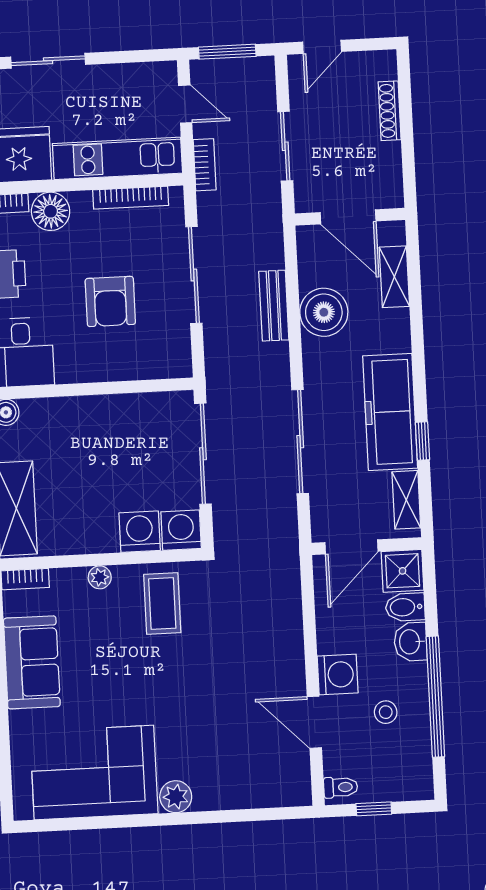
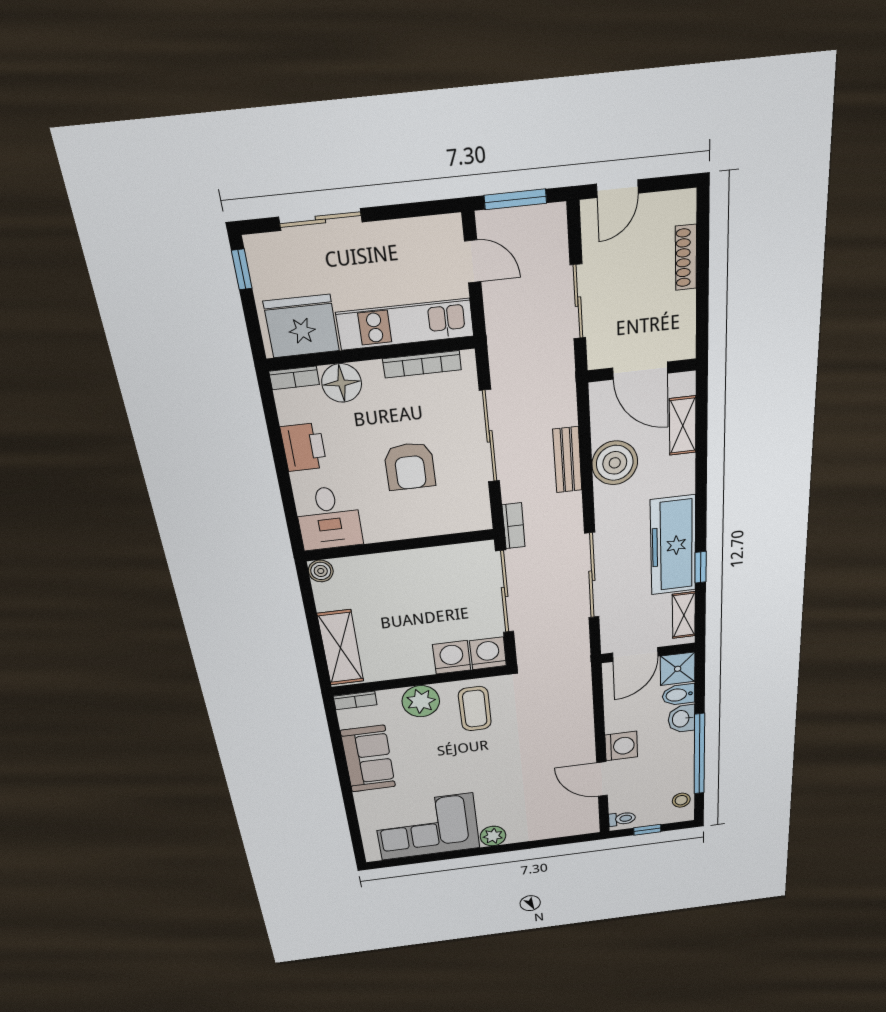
bookcase: (205, 165) -> (514, 526), moved
plant: (100, 577) -> (421, 701), width x1.88, depth x1.88
stool: (386, 712) -> (681, 800), moved

